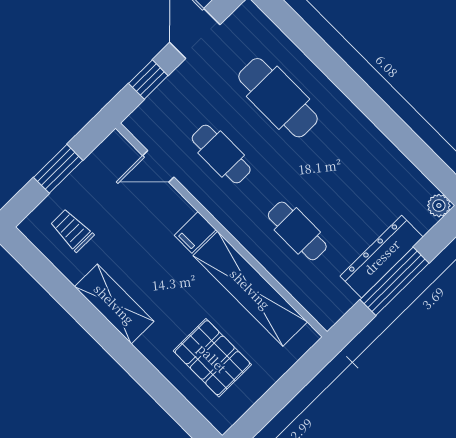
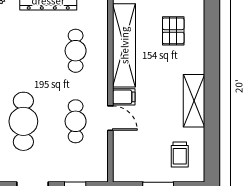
door: (158, 166) -> (110, 118), moved
pallet: (212, 358) -> (173, 31), width x0.67, depth x0.71

